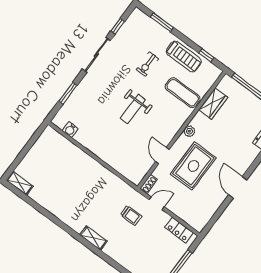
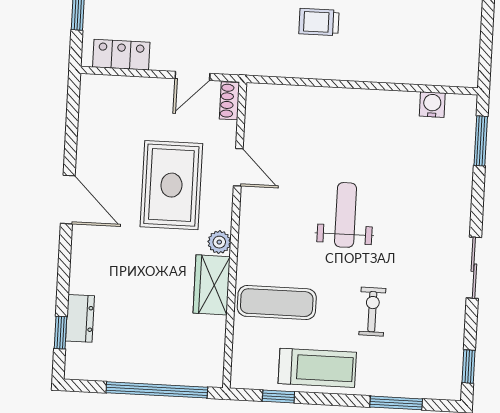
window: (118, 26) -> (469, 366), moved
sliding door: (96, 55) -> (474, 268), width x0.73
treadmill: (184, 56) -> (317, 368), turned 180
window: (68, 93) -> (481, 141), moved
wardrobe: (213, 104) -> (212, 285), moved
trolley: (131, 216) -> (319, 22), moved

